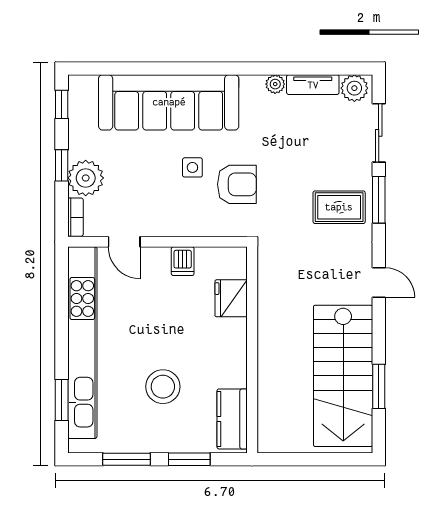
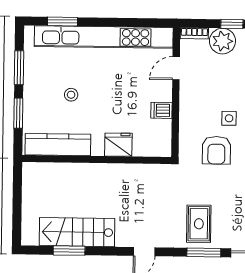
fridge: (231, 298) -> (118, 145), moved
stairs: (343, 376) -> (77, 232), width x0.73, depth x0.66
stool: (163, 387) -> (71, 95), width x0.53, depth x0.53
kitchen counter: (232, 419) -> (58, 145), width x1.50

